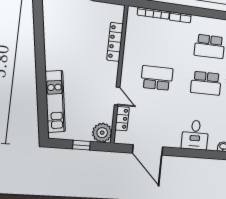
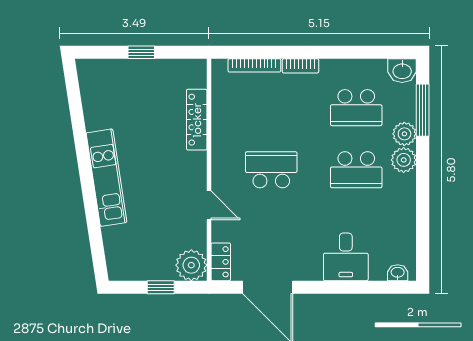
kitchen unit: (55, 101) -> (106, 178), moved
locker: (122, 119) -> (221, 262), moved

